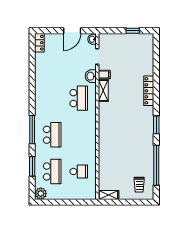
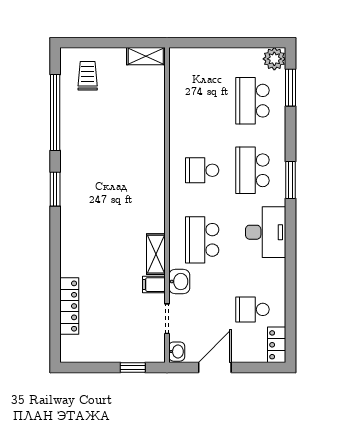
window: (133, 31) -> (133, 367), moved
school desk: (52, 61) -> (252, 309), added
locker: (149, 91) -> (69, 306), moved
desk: (45, 102) -> (266, 232), added
window: (32, 130) -> (291, 180), width x0.69
window: (32, 166) -> (291, 88), moved
school desk: (79, 171) -> (202, 170), moved

